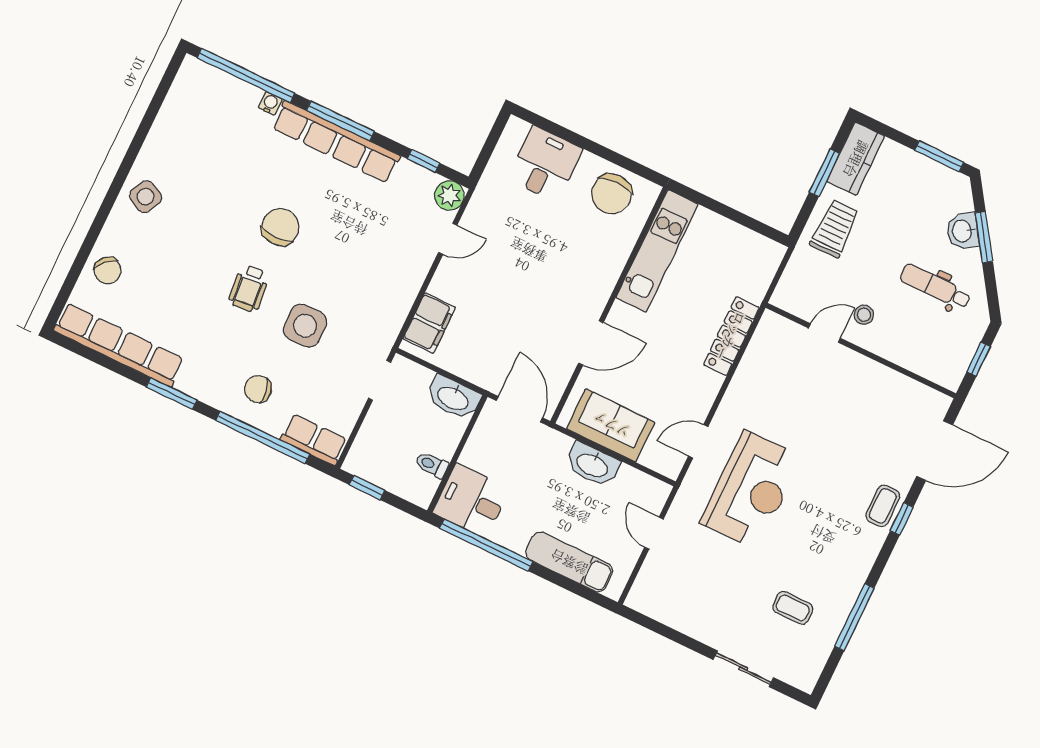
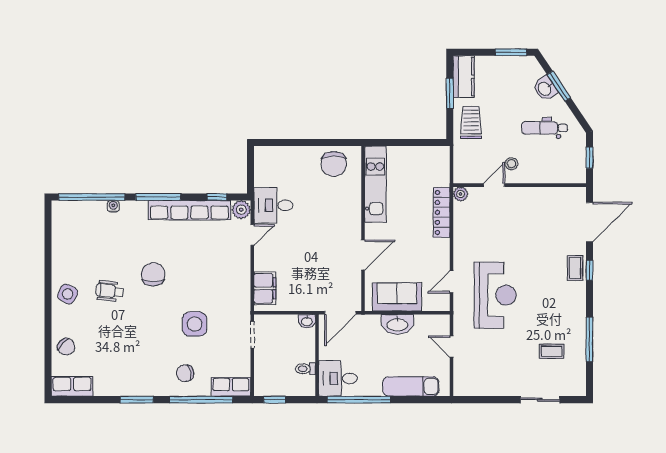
row of seats: (336, 142) -> (189, 210), moved
desk: (545, 164) -> (273, 205), moved, turned -90
wheelchair: (249, 288) -> (110, 291), moved, turned 103
plant: (771, 323) -> (460, 194), added
row of seats: (119, 345) -> (72, 386), width x0.50
washbasin: (453, 398) -> (307, 321), width x0.52, depth x0.69
door: (519, 409) -> (340, 313), swing flipped

